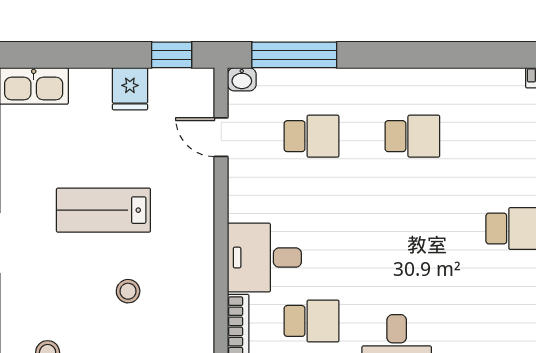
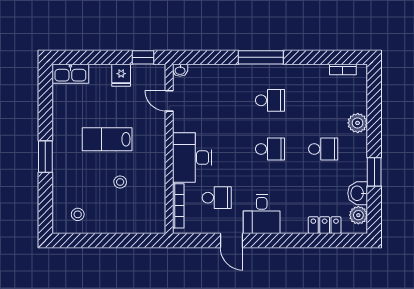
window: (294, 55) -> (261, 57), moved
school desk: (311, 136) -> (270, 149), moved
desk: (264, 258) -> (192, 158), width x1.37

